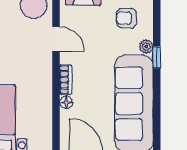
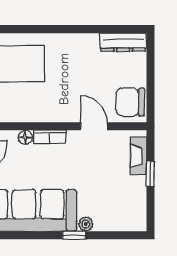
armchair: (127, 18) -> (116, 202), removed
door: (56, 39) -> (94, 126), swing flipped

